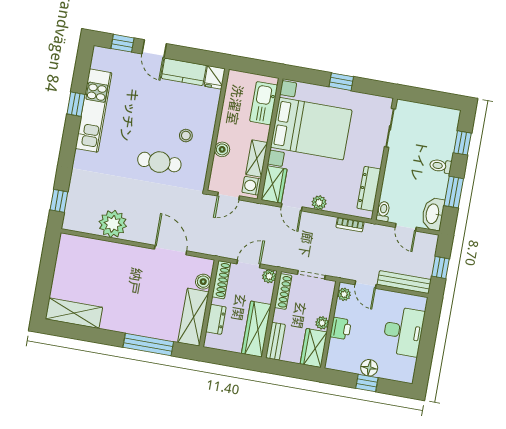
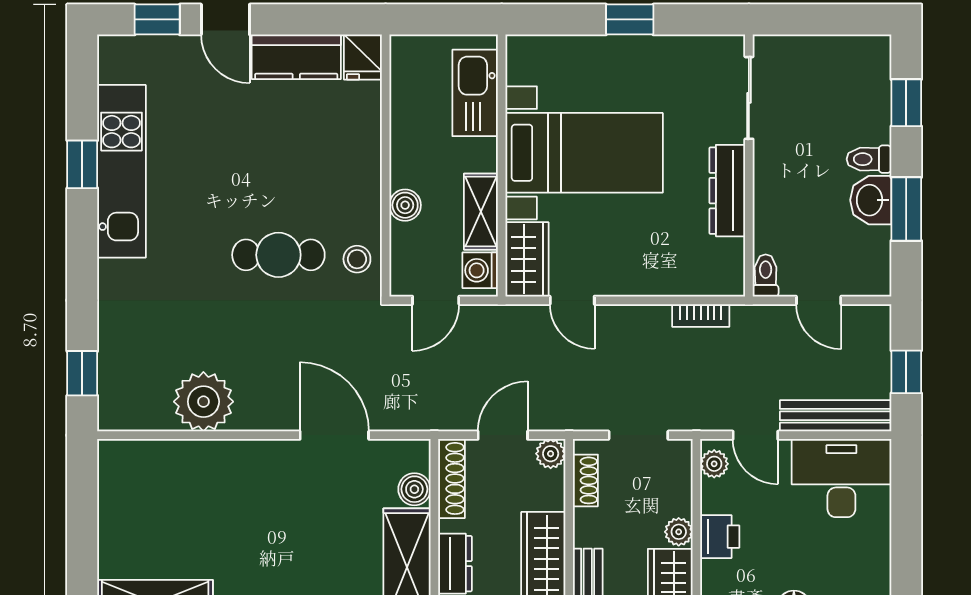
bed with nightstands: (311, 129) -> (584, 153), width x0.73
stool: (186, 136) -> (357, 259), moved
dresser: (369, 189) -> (727, 191), moved
plant: (319, 203) -> (628, 281), removed
washbasin: (433, 214) -> (871, 200), moved, width x0.72
shoe rack: (283, 292) -> (585, 480), width x0.70
desk: (403, 331) -> (841, 478), moved, turned -90

